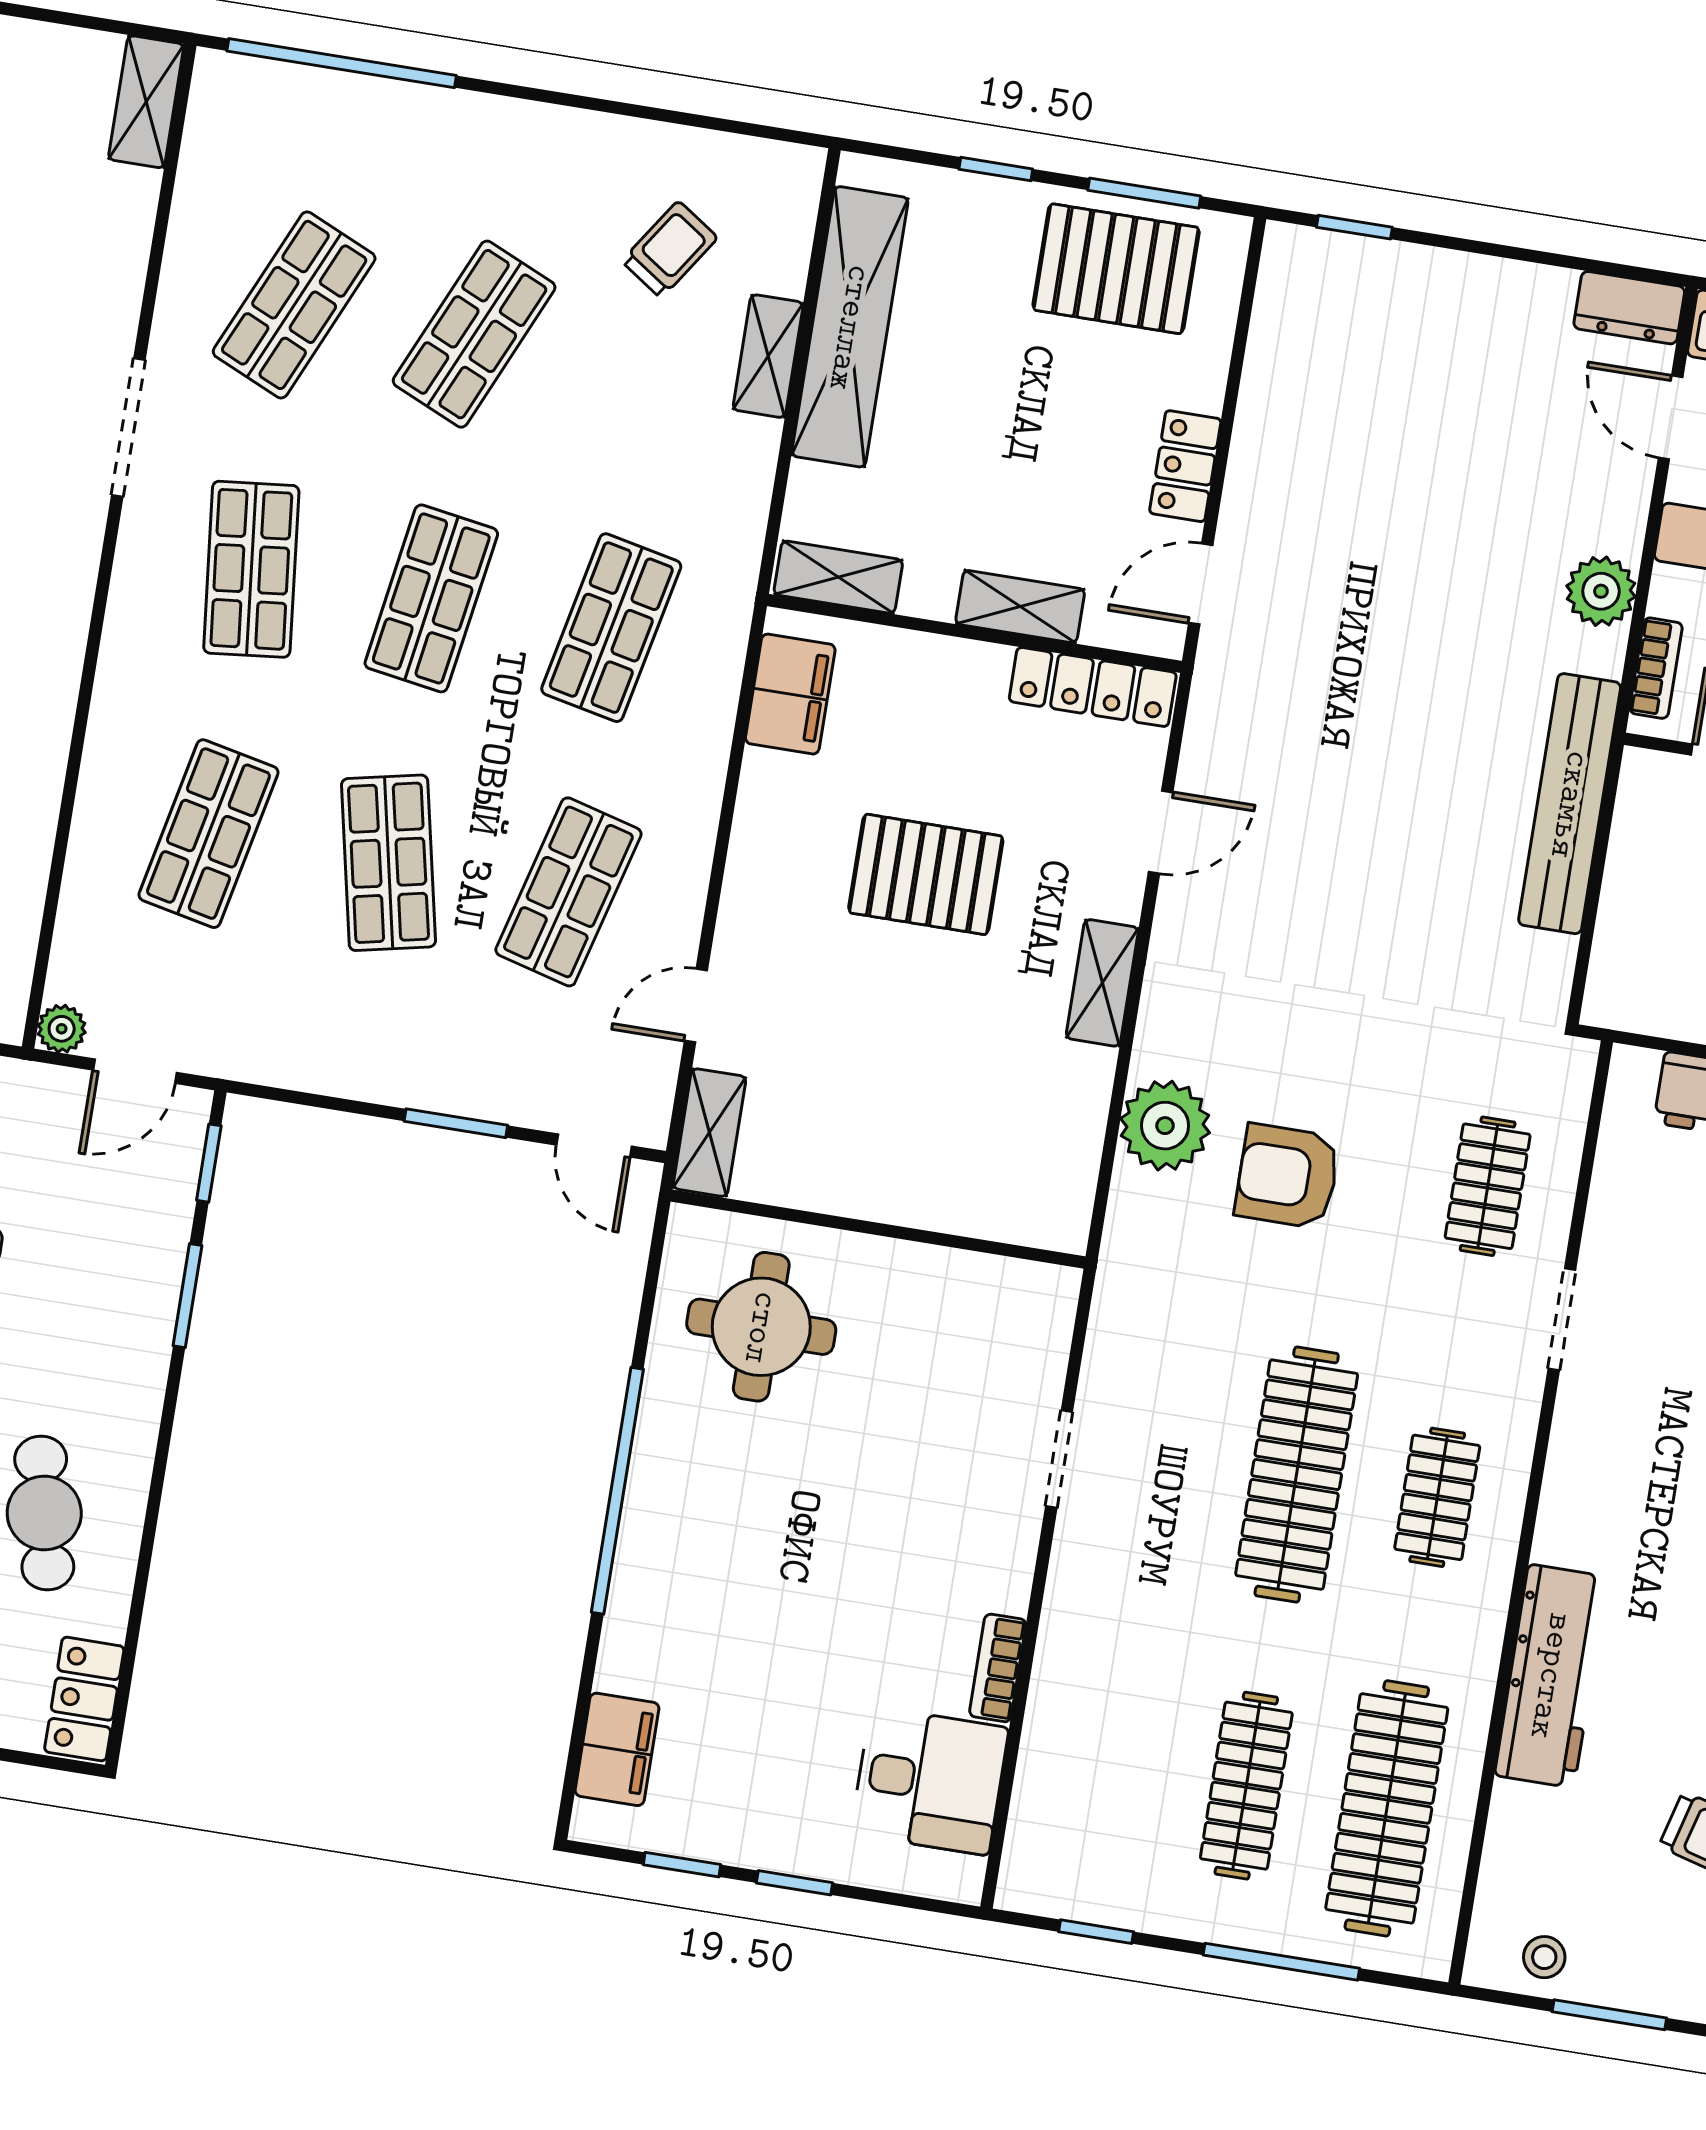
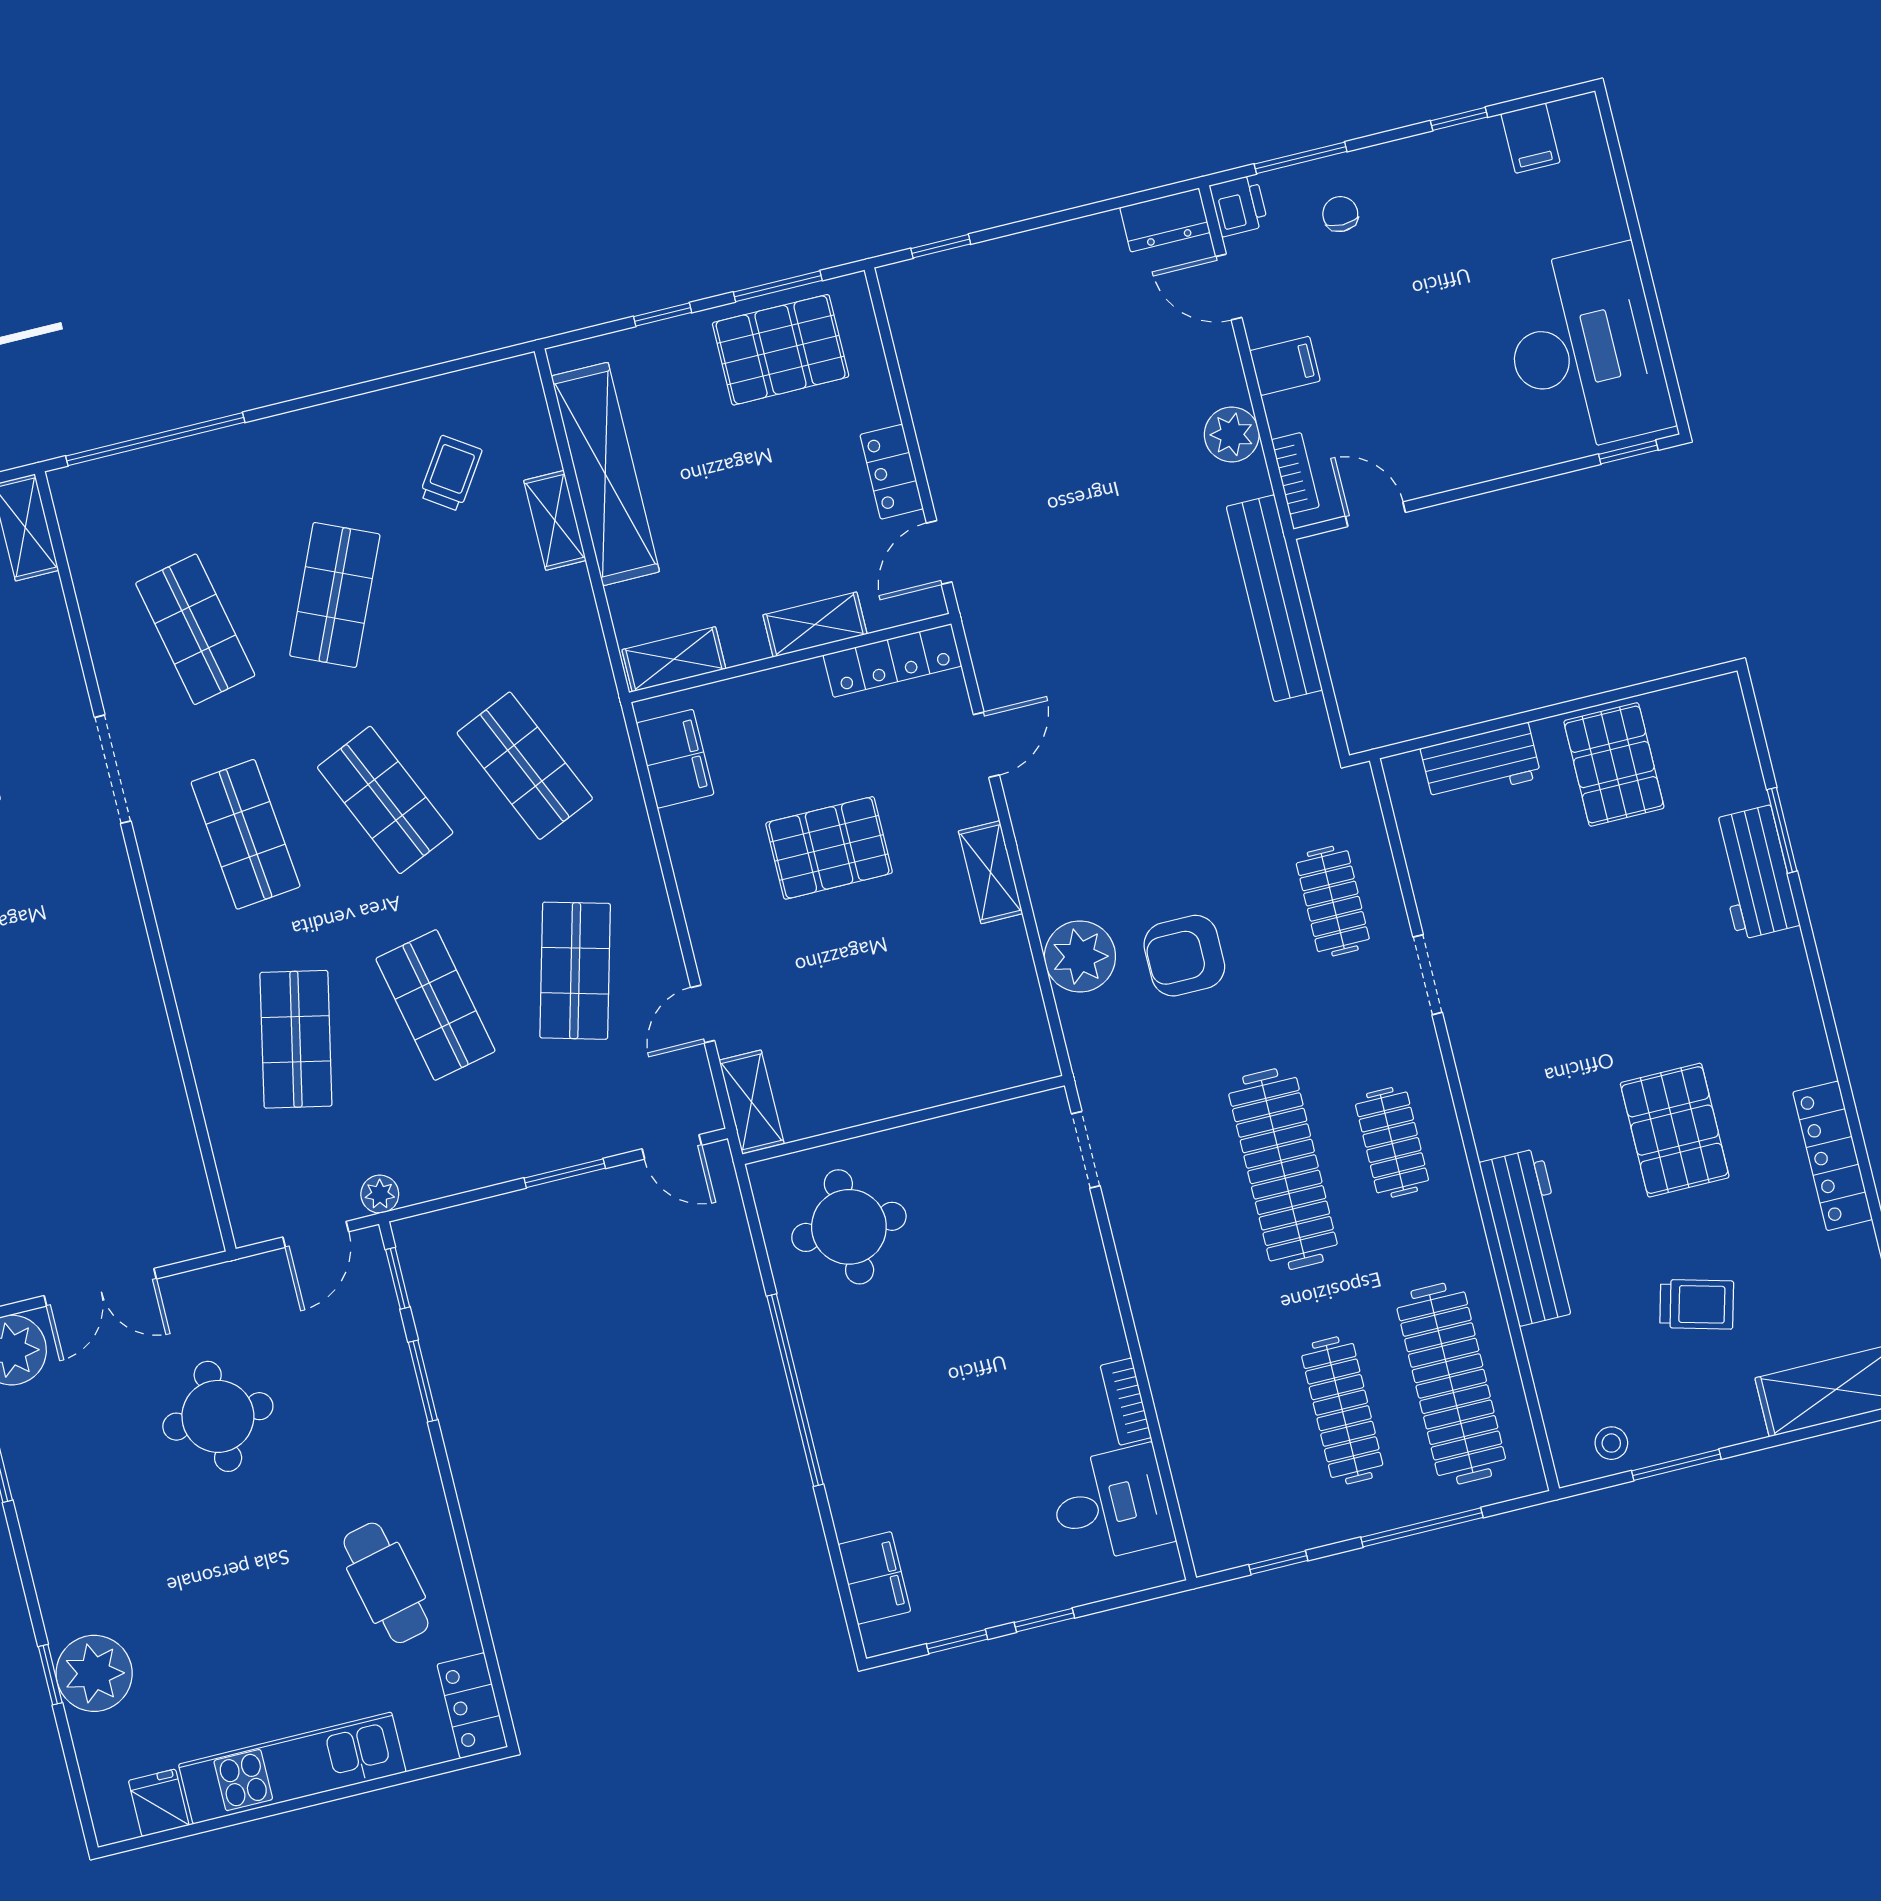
shop shelf: (294, 305) -> (195, 629), turned -36
shop shelf: (431, 598) -> (385, 800), turned -33
shop shelf: (611, 628) -> (525, 766), turned -36
plant: (62, 1029) -> (380, 1194), moved
doorway: (1059, 1459) -> (1086, 1150), moved

